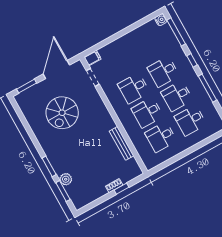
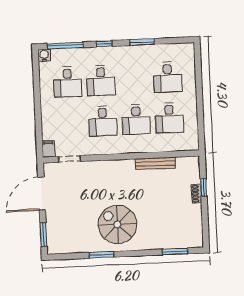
door: (56, 69) -> (42, 194), hinge flipped
window: (207, 88) -> (142, 42), width x0.69
desk: (177, 96) -> (68, 82), moved
spiral stairs: (62, 113) -> (117, 224), moved, turned 180
window: (49, 166) -> (101, 255), moved
plant: (66, 179) -> (164, 242), removed

